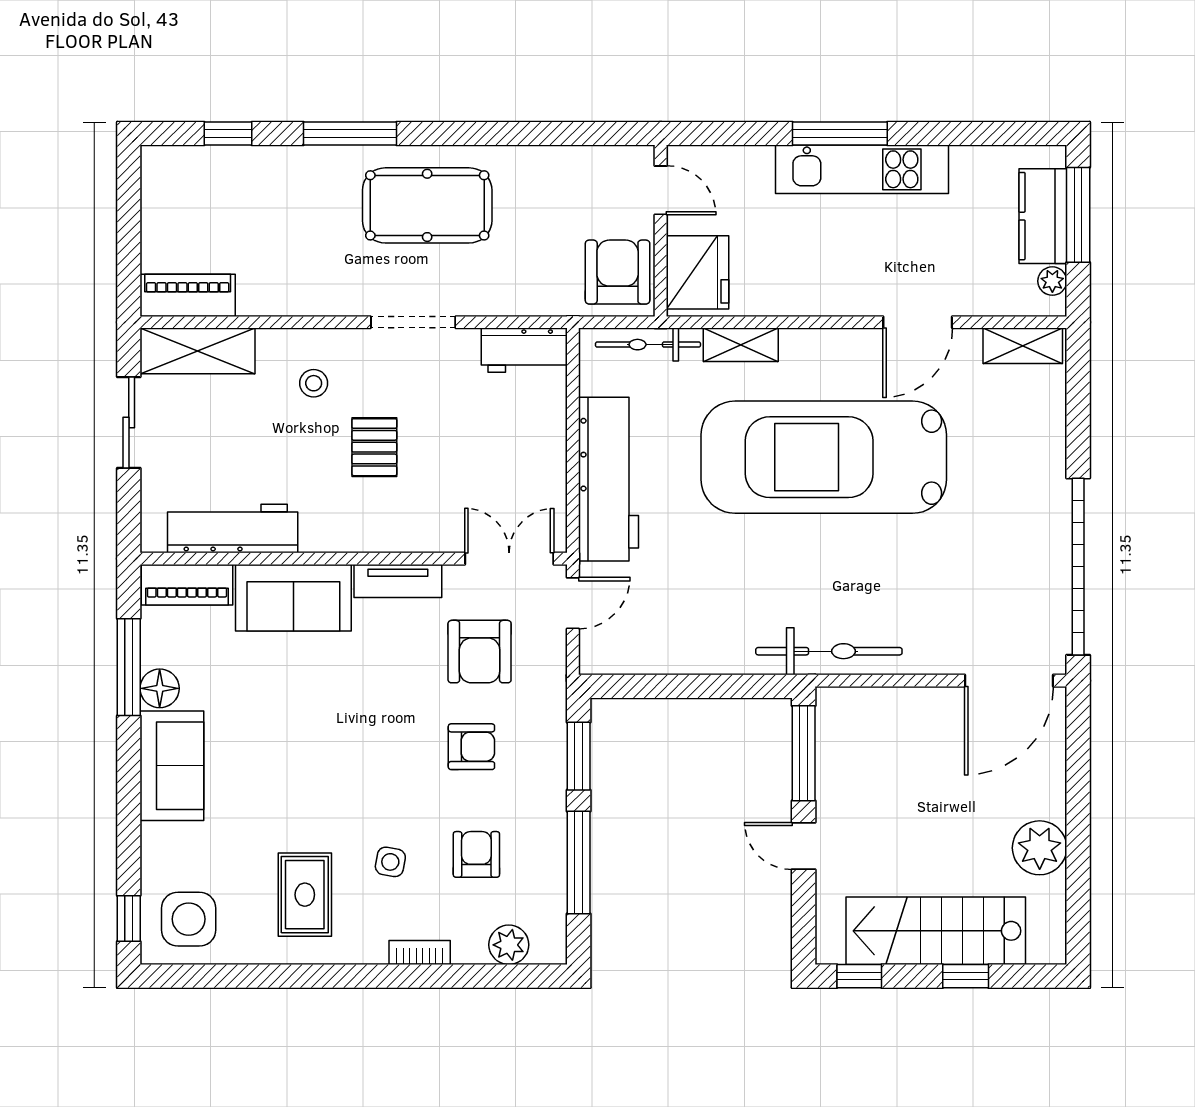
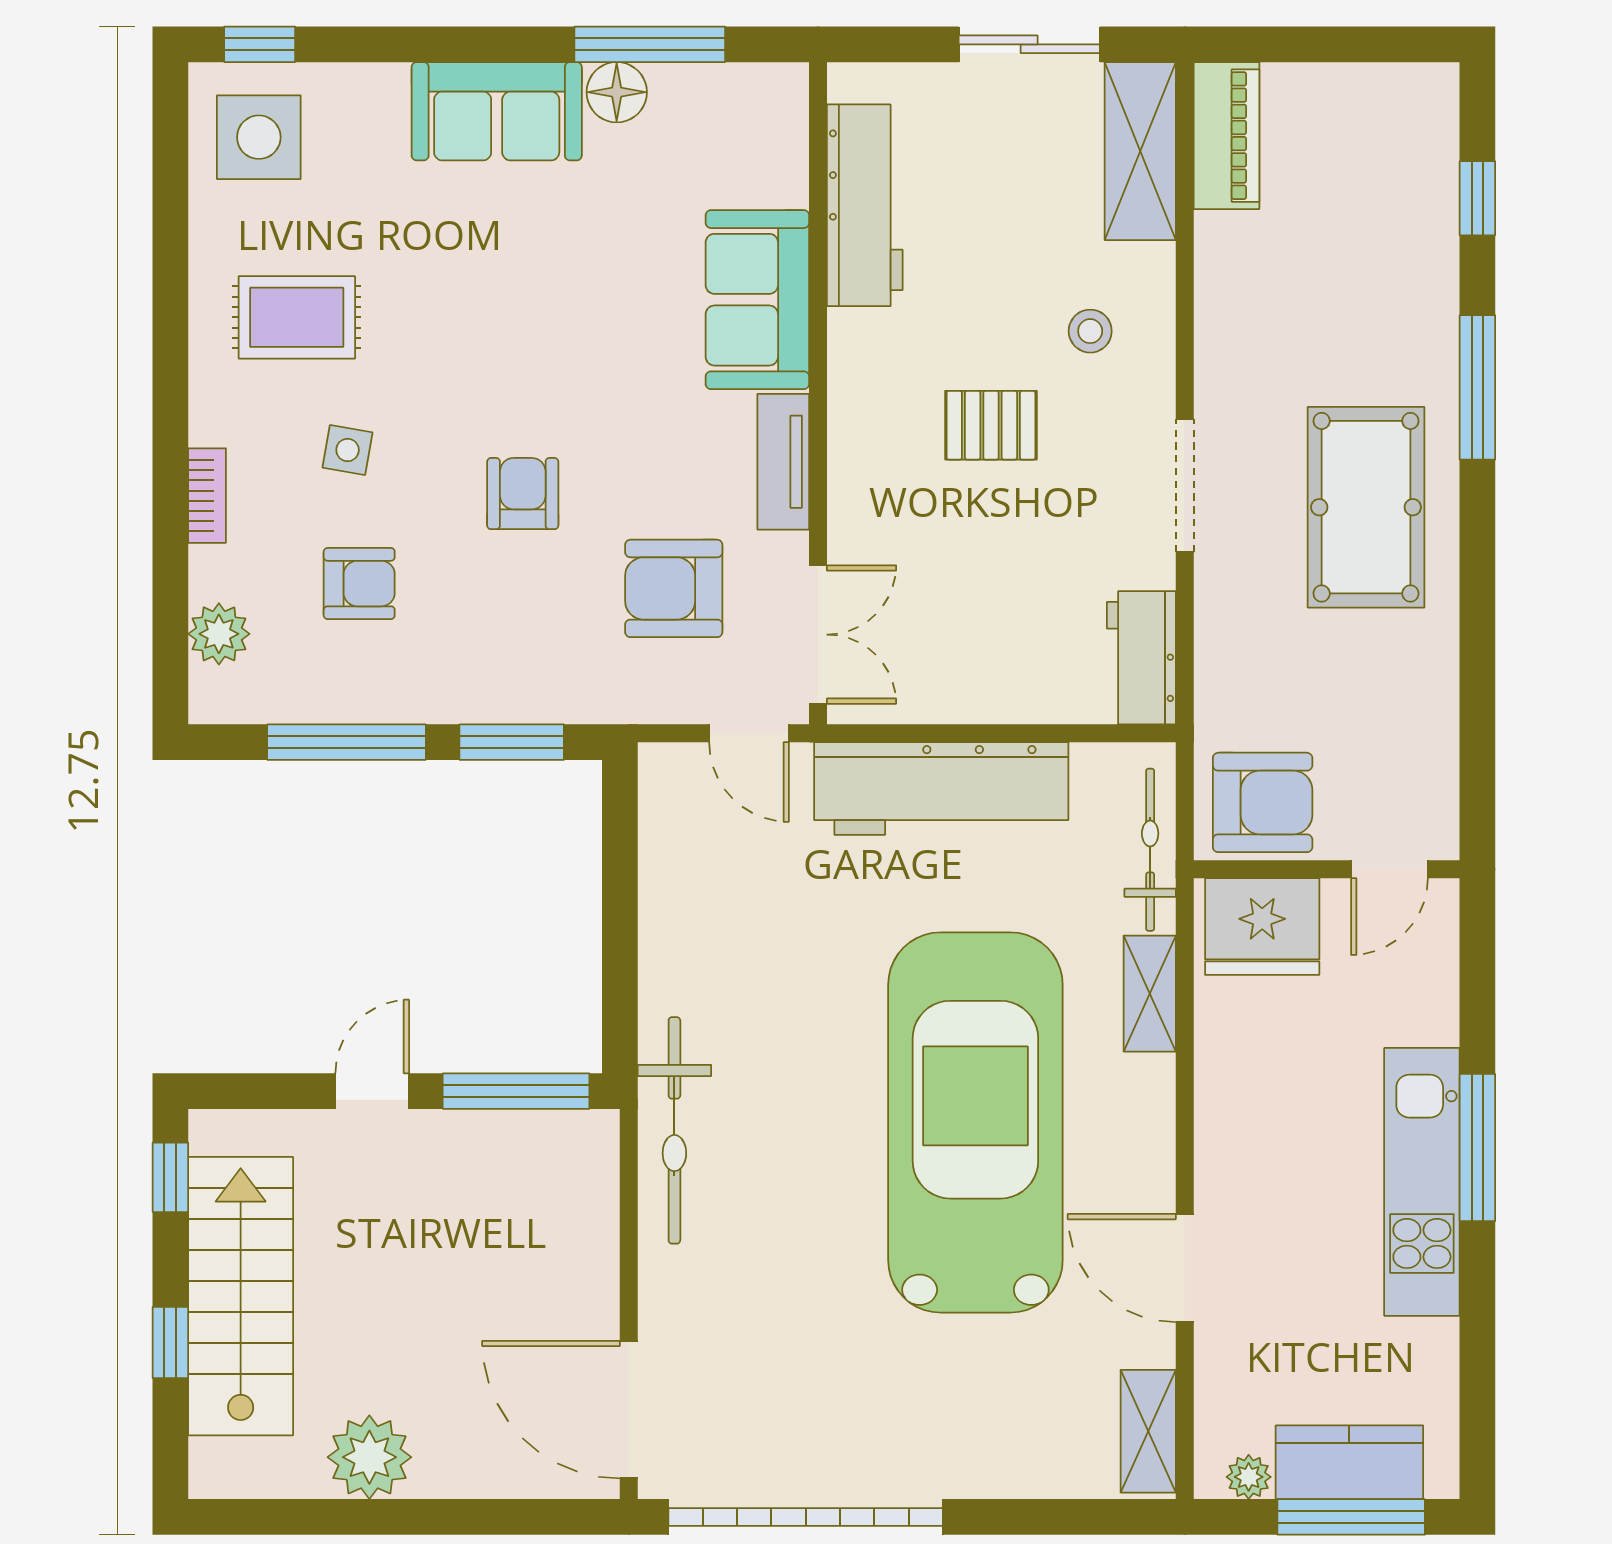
piano: (187, 585) -> (777, 135), removed
armchair: (471, 747) -> (523, 494), moved, turned 180

